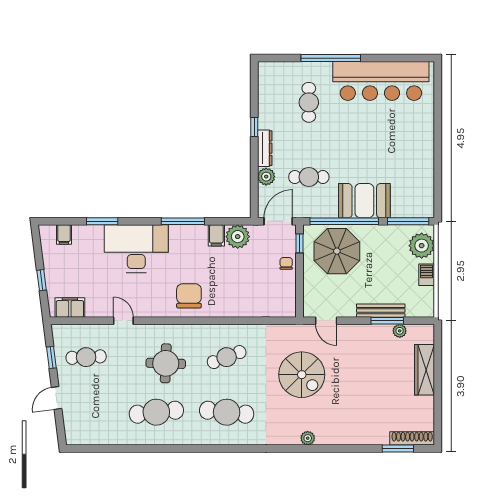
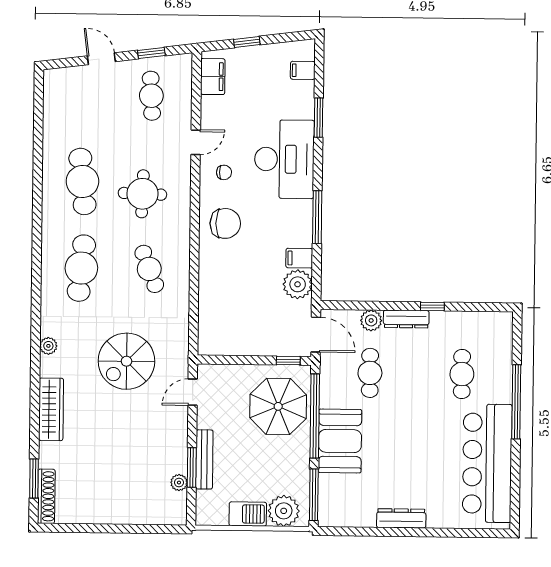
cafe table: (309, 102) -> (462, 374), turned 90
dresser: (427, 150) -> (401, 518), added
chair: (286, 263) -> (224, 172), moved
barbecue: (427, 275) -> (248, 514), width x1.38, depth x1.27
wardrobe: (424, 370) -> (51, 409), moved, turned 90
plant: (308, 438) -> (48, 346), moved

